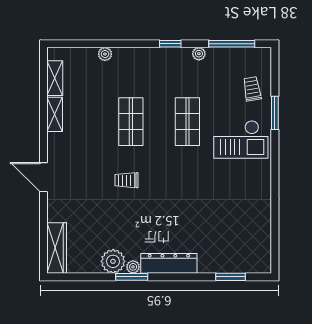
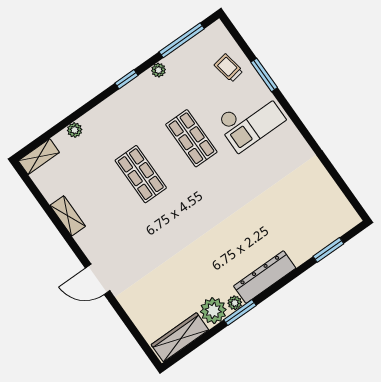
shelving: (55, 78) -> (39, 157), moved, turned 90
trolley: (126, 180) -> (174, 229), removed
wardrobe: (57, 248) -> (180, 337), moved, turned -90

